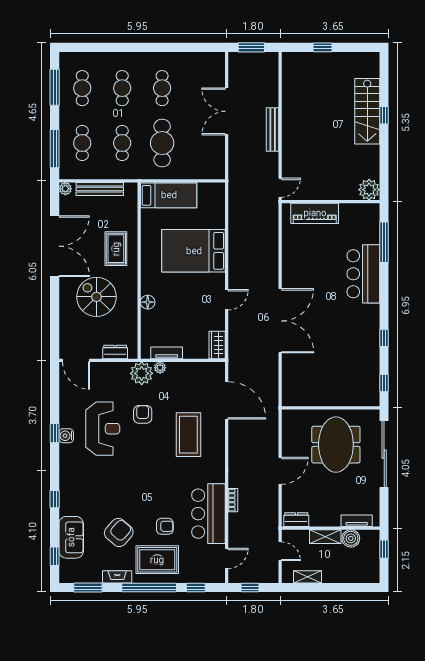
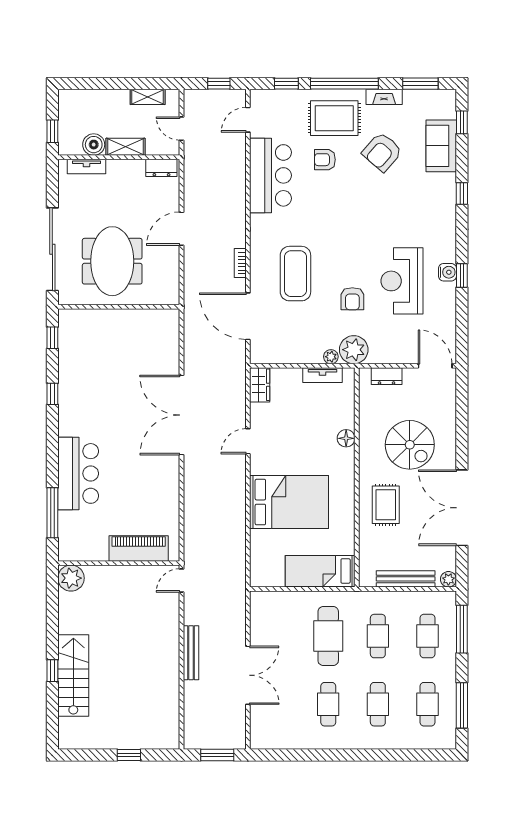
bookcase: (233, 500) -> (240, 263), moved

